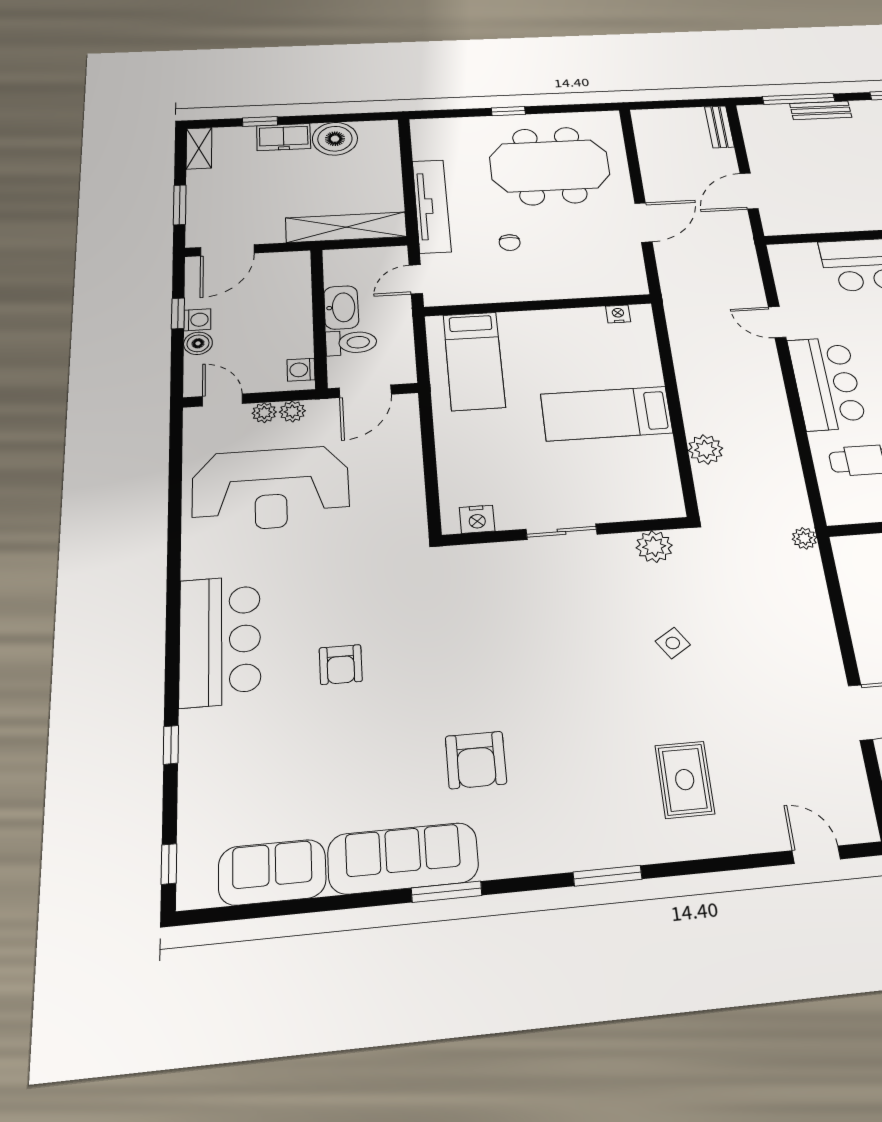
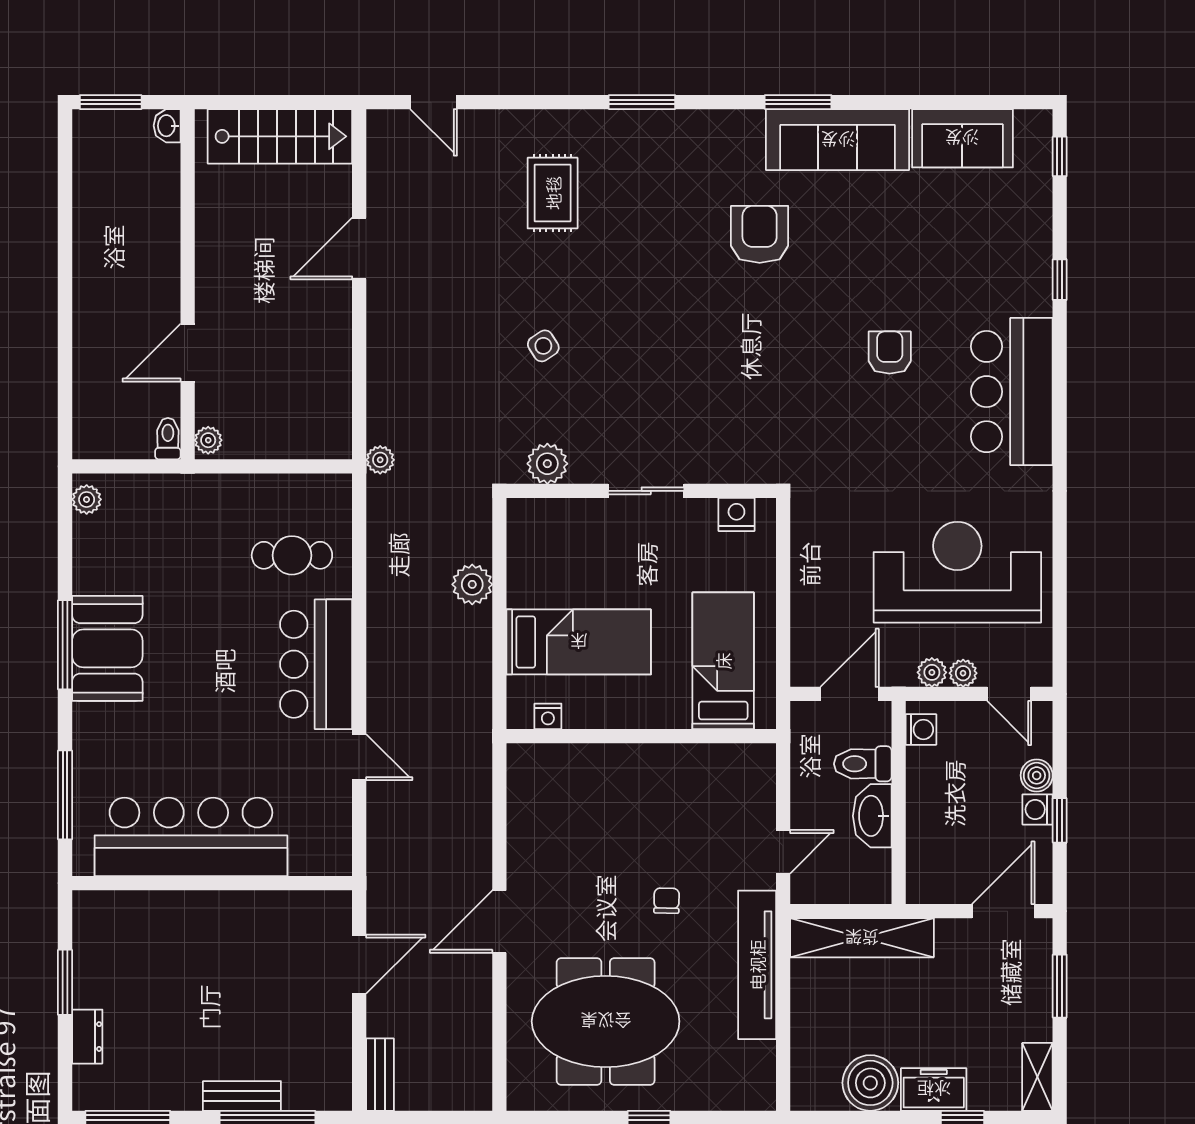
wall: (538, 305) -> (641, 736), moved
nightstand: (618, 314) -> (548, 716), moved
bed: (474, 361) -> (723, 661), moved

